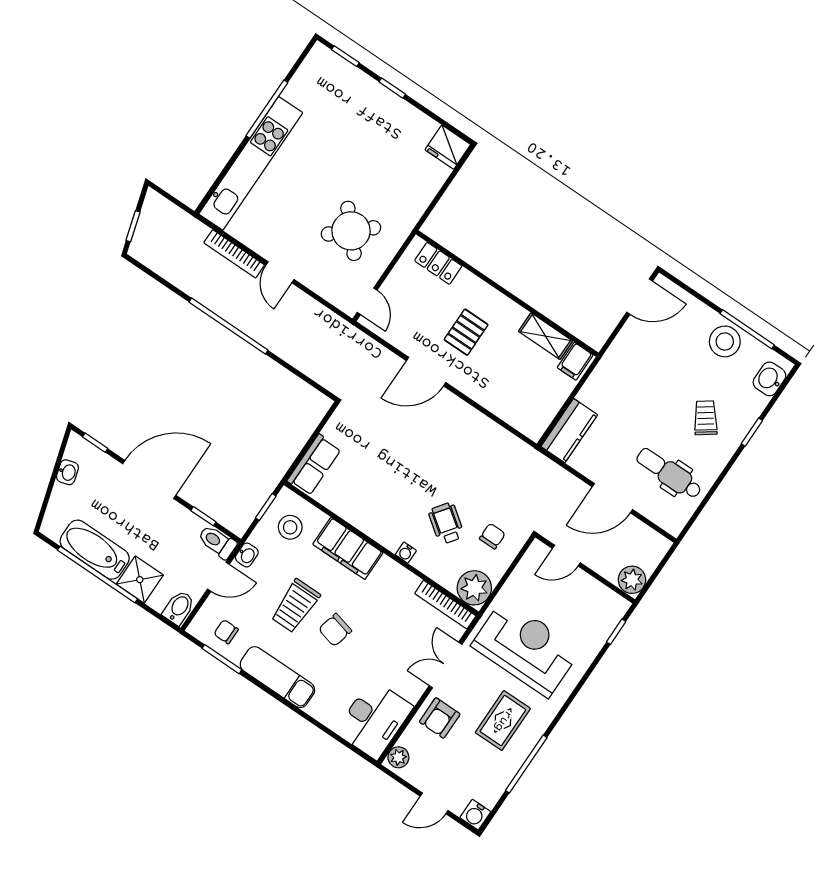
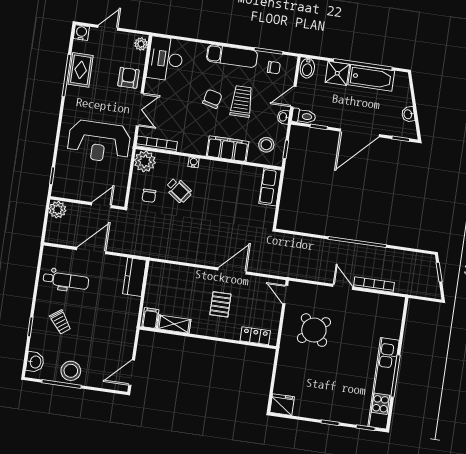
kitchen unit: (251, 163) -> (383, 383), moved
rug: (503, 721) -> (81, 70), moved

